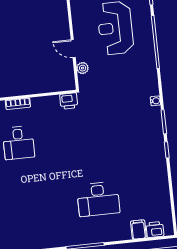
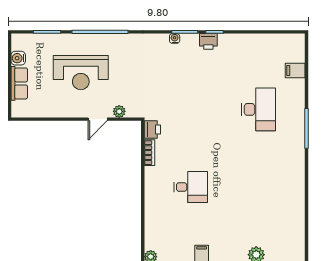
water cooler: (155, 101) -> (175, 38), moved
bookcase: (18, 104) -> (149, 153), moved
printer: (155, 230) -> (208, 41), moved, turned -90

